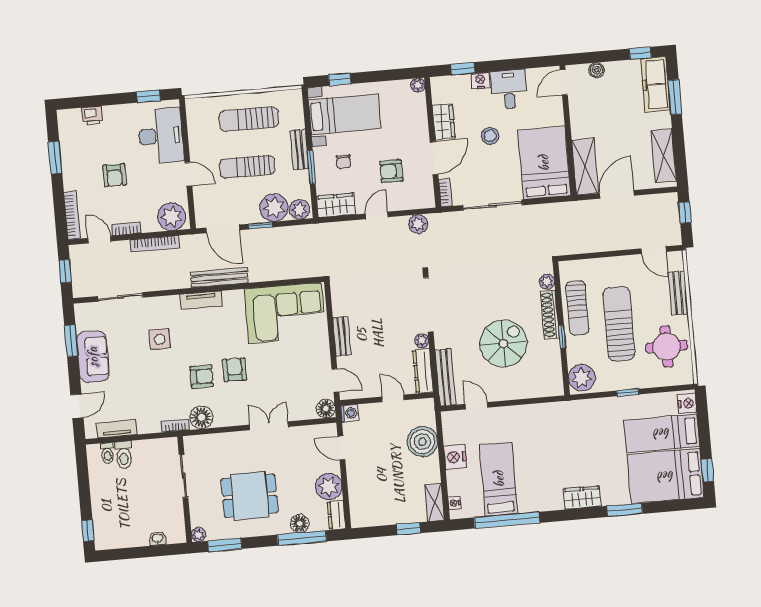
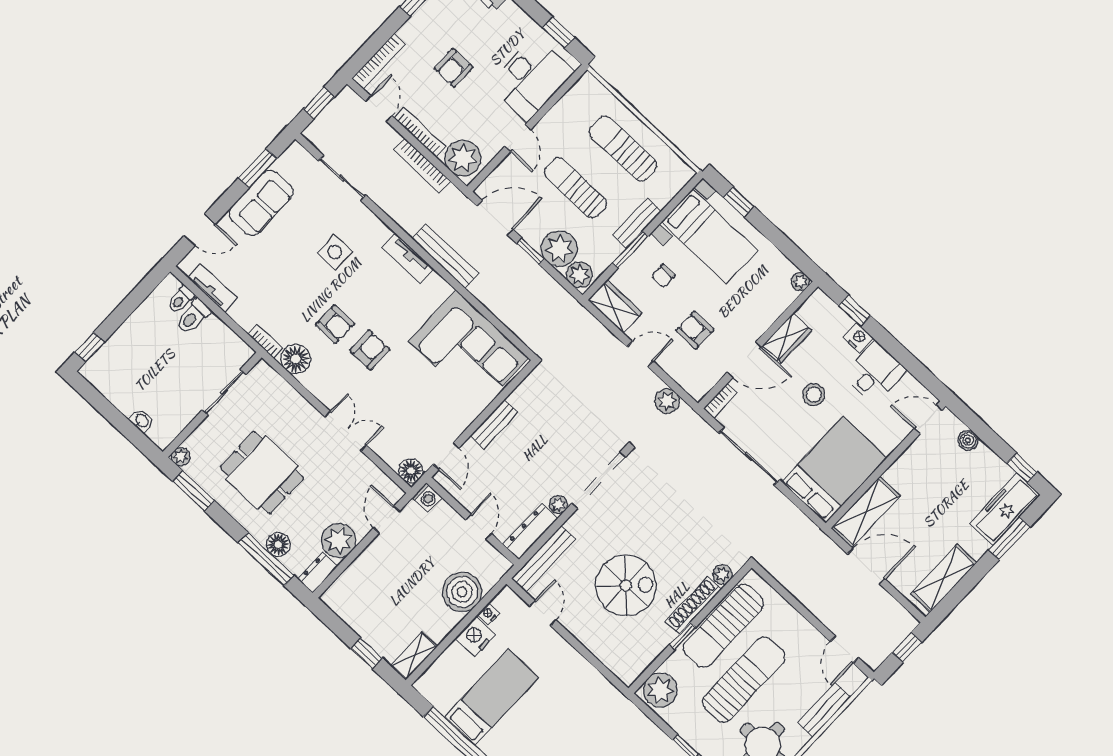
bookcase: (126, 229) -> (420, 132), width x1.56
door: (223, 229) -> (495, 218), swing flipped
sun lounger: (577, 308) -> (723, 626), width x1.36, depth x1.34
nightstand: (455, 503) -> (489, 614), moved

